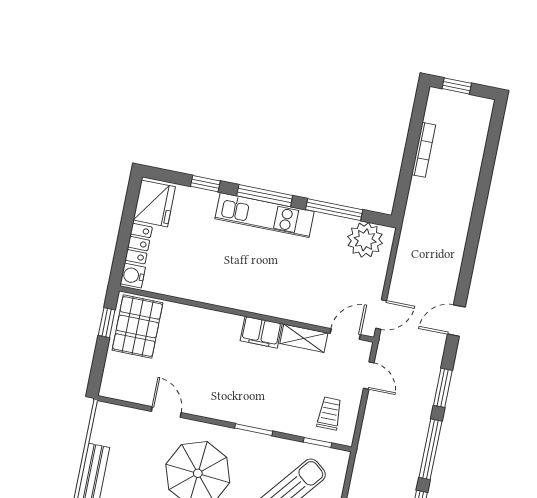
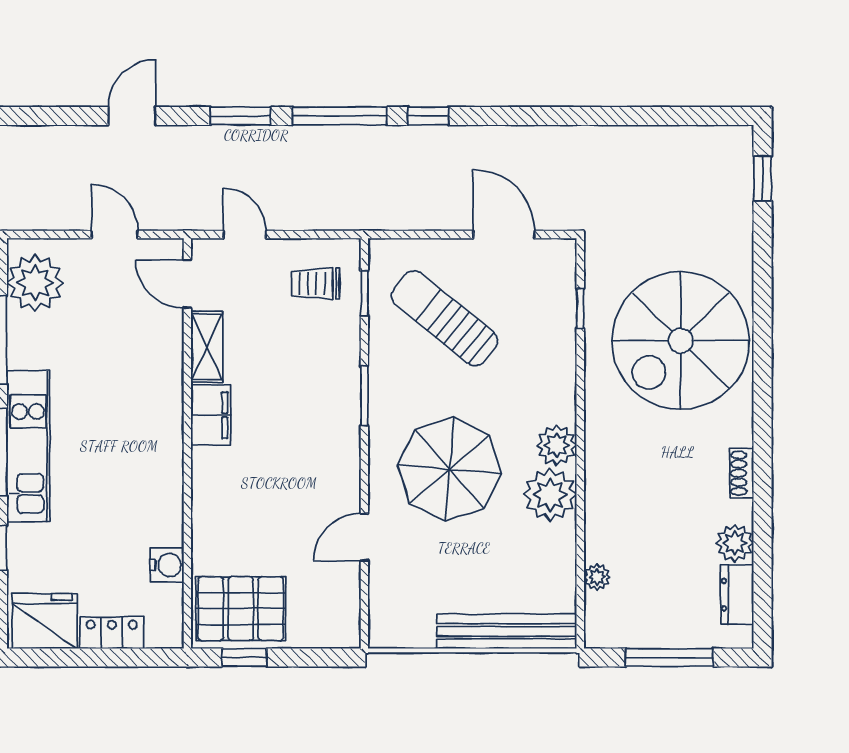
water cooler: (133, 276) -> (167, 565), moved, turned -90
door: (381, 314) -> (115, 234), moved
door: (456, 321) -> (132, 116), swing flipped
door: (369, 376) -> (244, 234), hinge flipped

